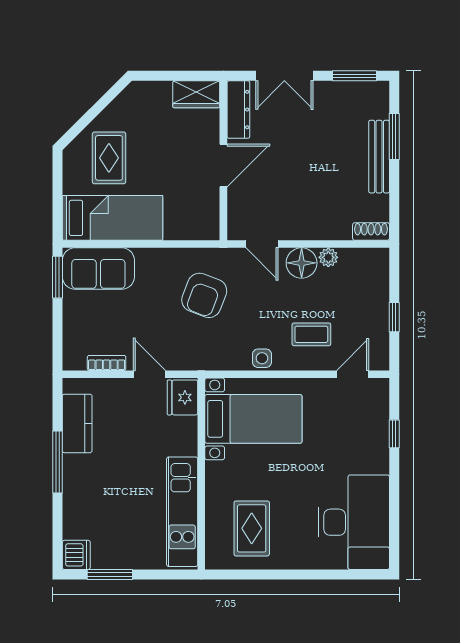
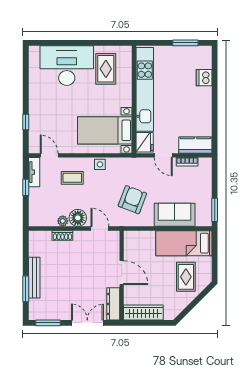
wardrobe: (196, 94) -> (143, 313), width x1.50
door: (223, 165) -> (122, 273), swing flipped
shoe rack: (371, 231) -> (62, 236), moved
sofa: (98, 268) -> (175, 215), moved
tv unit: (379, 344) -> (34, 172), added
door: (353, 374) -> (49, 155), swing flipped
kitchen counter: (77, 423) -> (195, 145), moved, turned 90
window: (58, 462) -> (215, 106), removed
kitchen unit: (182, 512) -> (145, 89), width x1.36
desk: (354, 522) -> (67, 66), moved, turned 90
dishwasher: (76, 555) -> (204, 78), moved

